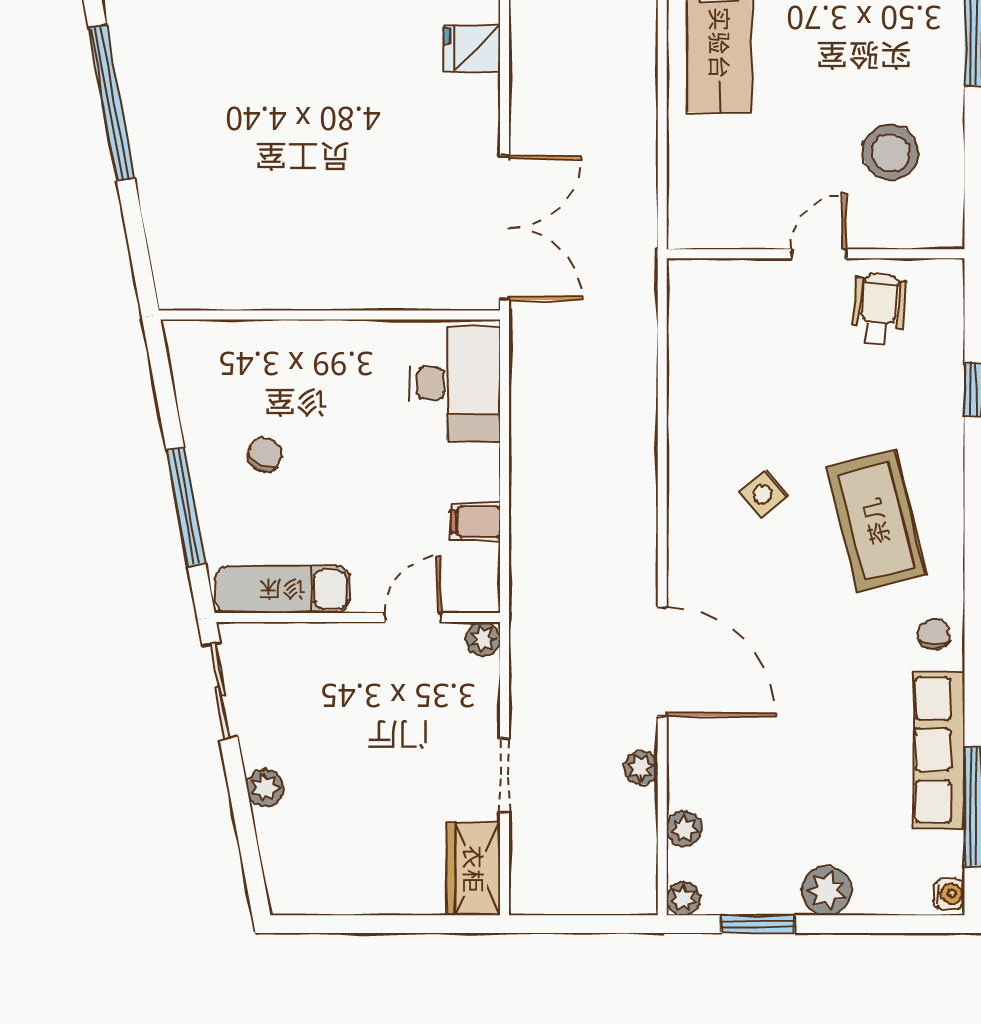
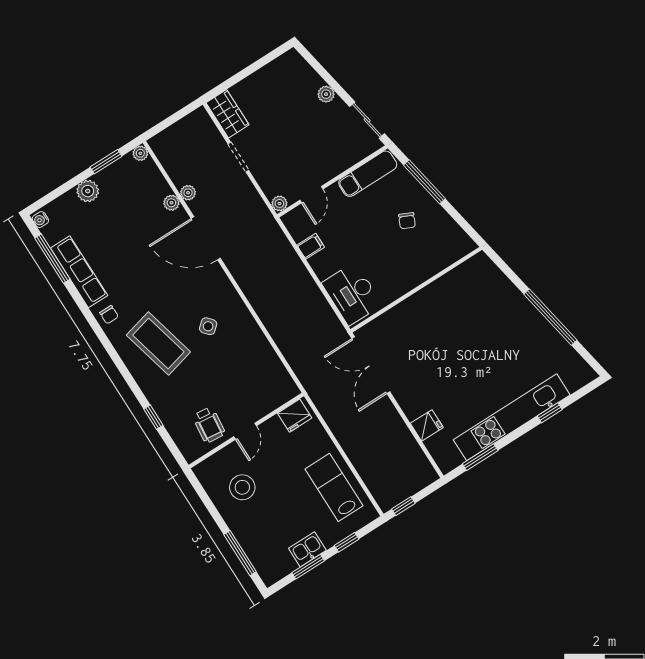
fridge: (707, 224) -> (295, 416), added
plant: (684, 829) -> (171, 203), moved

